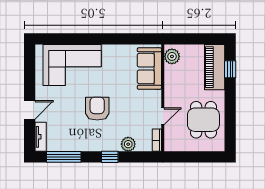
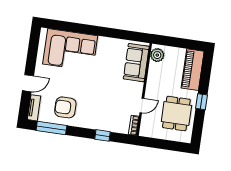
window: (230, 69) -> (202, 102), moved
armchair: (97, 109) -> (65, 107), moved, turned -90
plant: (128, 144) -> (109, 125), removed
window: (110, 157) -> (103, 135), moved

